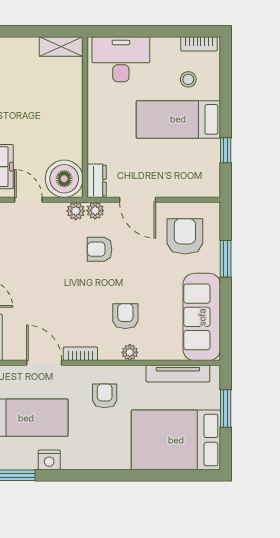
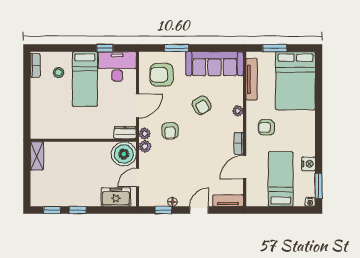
desk: (121, 59) -> (117, 66), moved, turned 90
armchair: (125, 316) -> (202, 105), moved, turned -119

